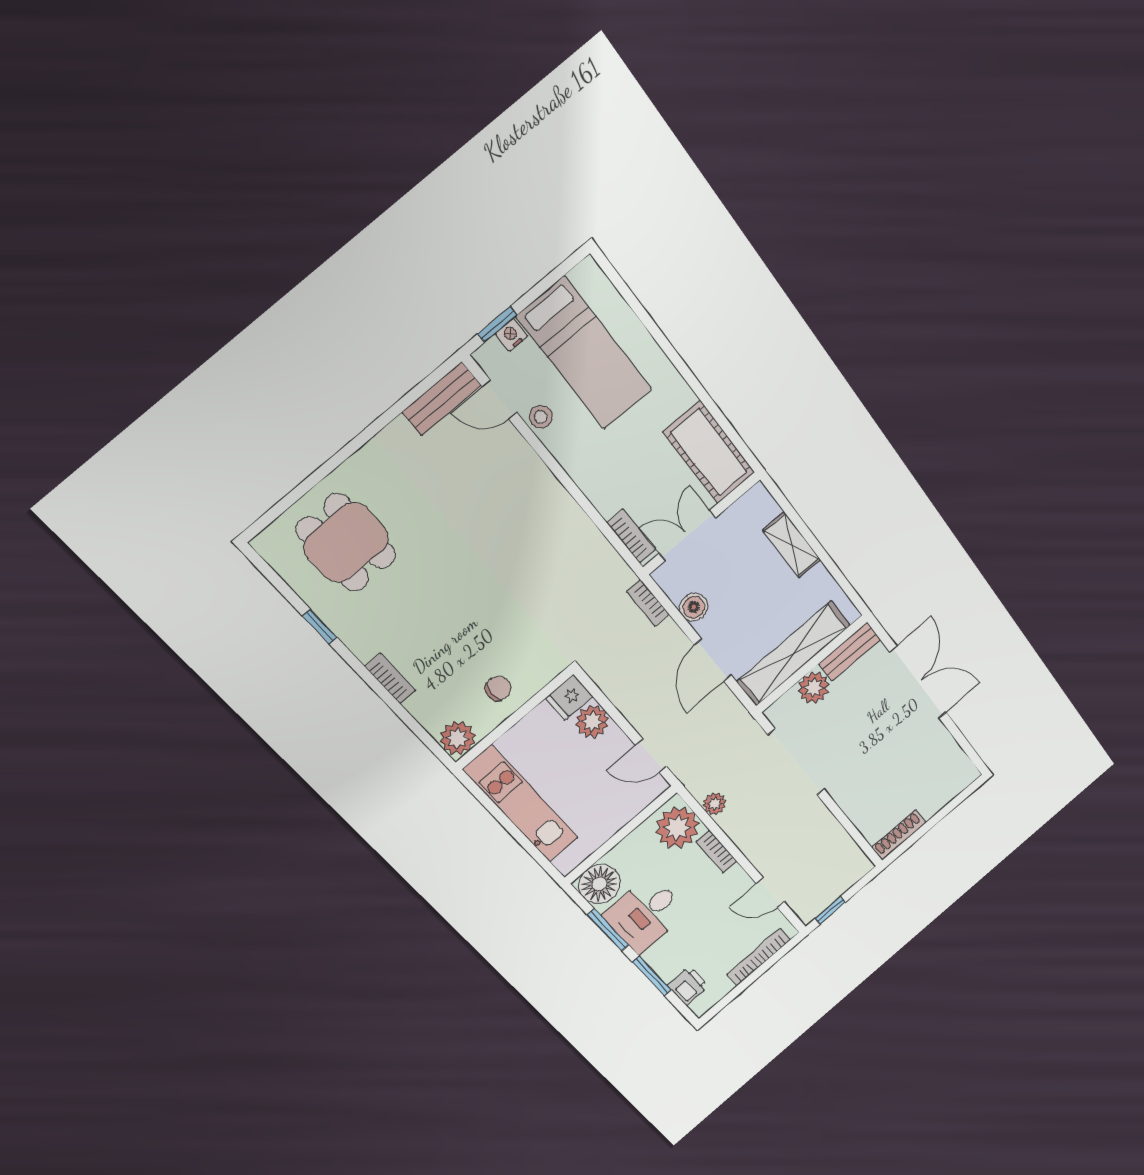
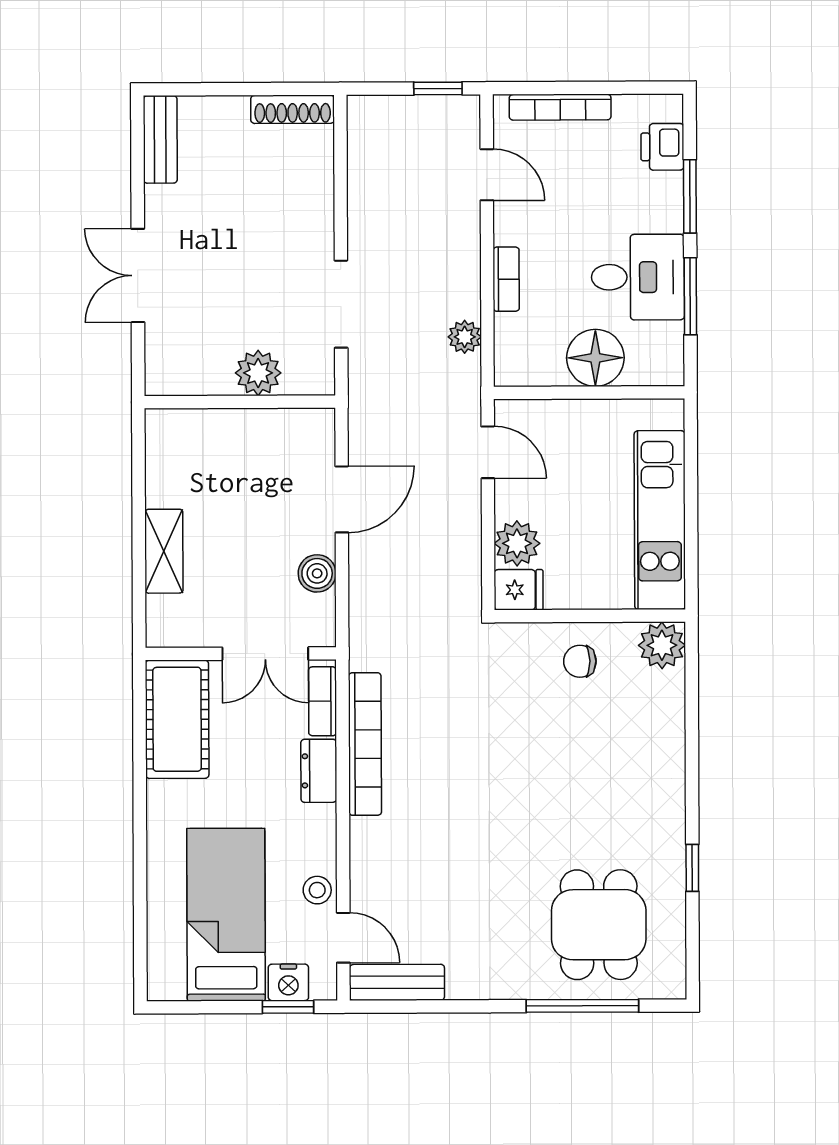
nightstand: (511, 335) -> (288, 982), width x1.39, depth x1.35
window: (310, 482) -> (582, 1006), added
dresser: (600, 492) -> (319, 771), added
bookcase: (648, 603) -> (365, 744), moved, width x2.31, depth x1.31
bench: (850, 652) -> (160, 139), moved, turned 90
shelving: (794, 653) -> (251, 431), removed
bookcase: (390, 678) -> (673, 762), removed
double door: (918, 682) -> (138, 276), width x0.73
doorway: (796, 762) -> (341, 304), width x0.73
plant: (677, 828) -> (525, 346), removed
floor lamp: (599, 884) -> (595, 358), moved

